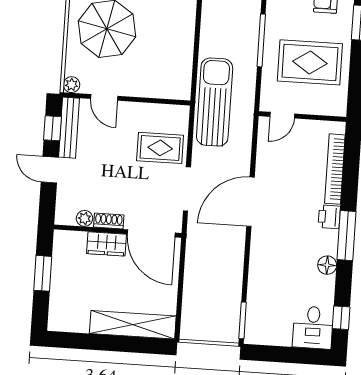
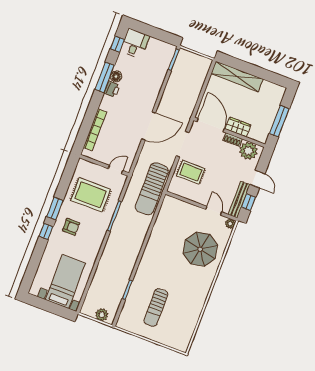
printer: (329, 217) -> (112, 89), moved
plant: (85, 218) -> (248, 151), width x1.88, depth x1.88
window: (346, 236) -> (105, 77), moved
window: (43, 273) -> (279, 121), width x1.44

